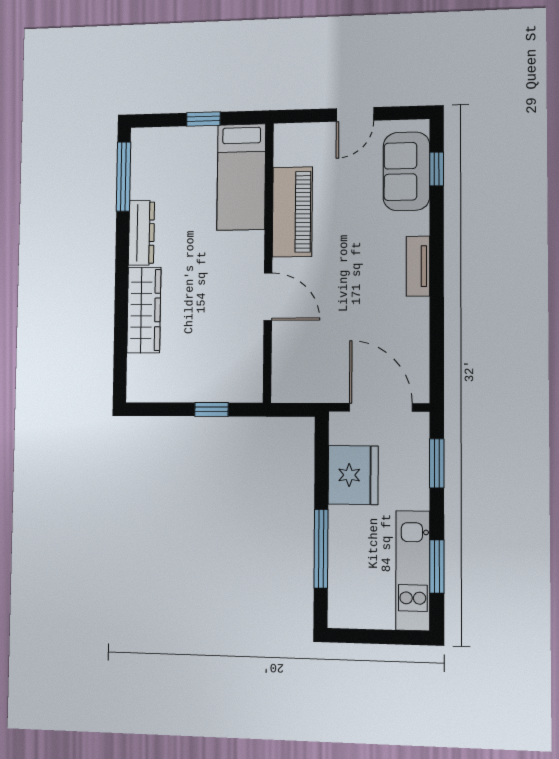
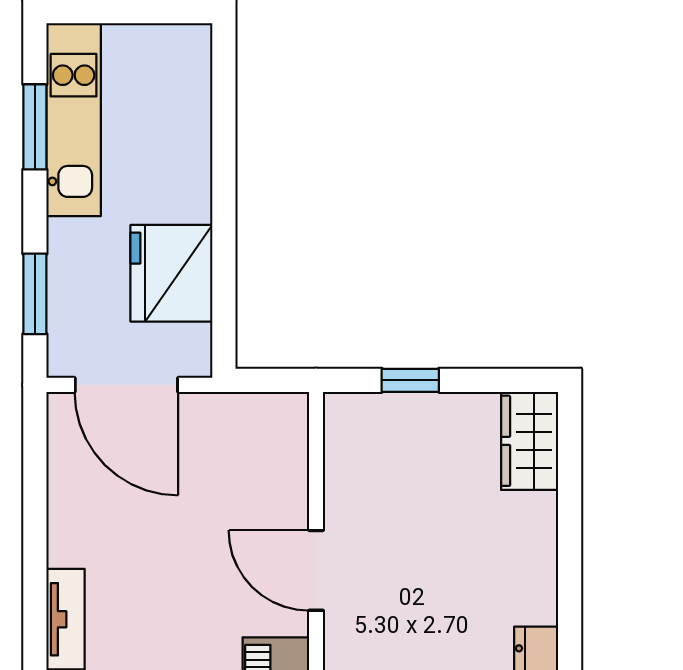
wardrobe: (144, 310) -> (530, 441), moved, width x0.67
window: (321, 549) -> (224, 152), removed

